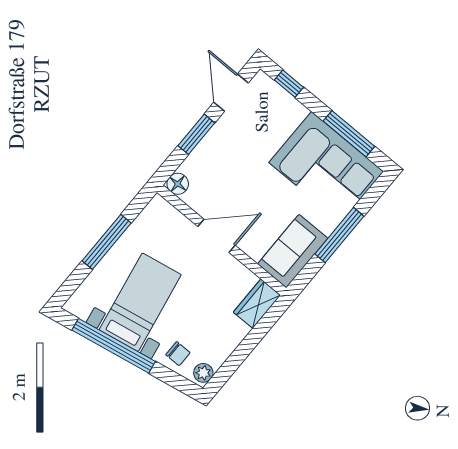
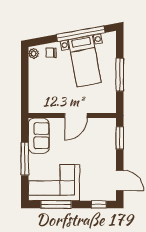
window: (196, 134) -> (120, 138), moved
floor lamp: (178, 184) -> (110, 124), removed
wardrobe: (257, 304) -> (35, 101), removed

